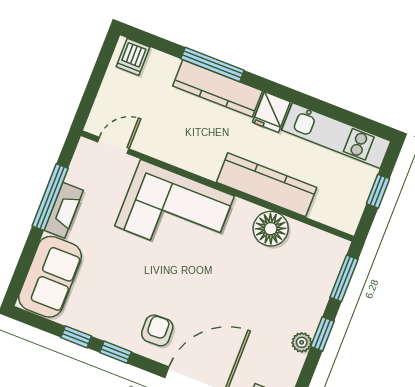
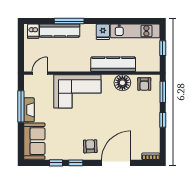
kitchen counter: (218, 88) -> (60, 31), moved
armchair: (313, 248) -> (144, 84), added
plant: (302, 342) -> (155, 127), removed

